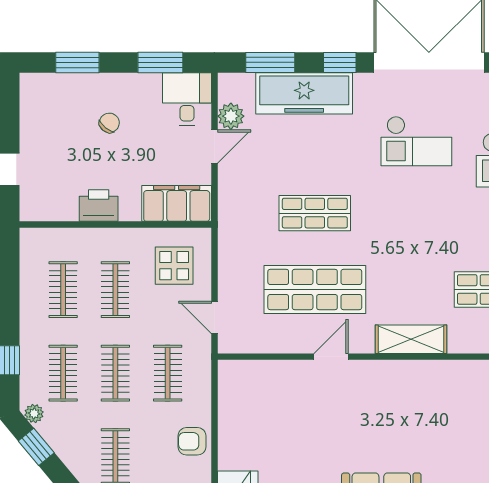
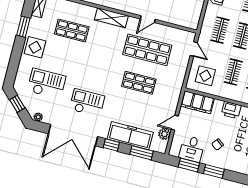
window: (77, 62) -> (214, 171), moved
desk: (187, 99) -> (192, 149), moved

